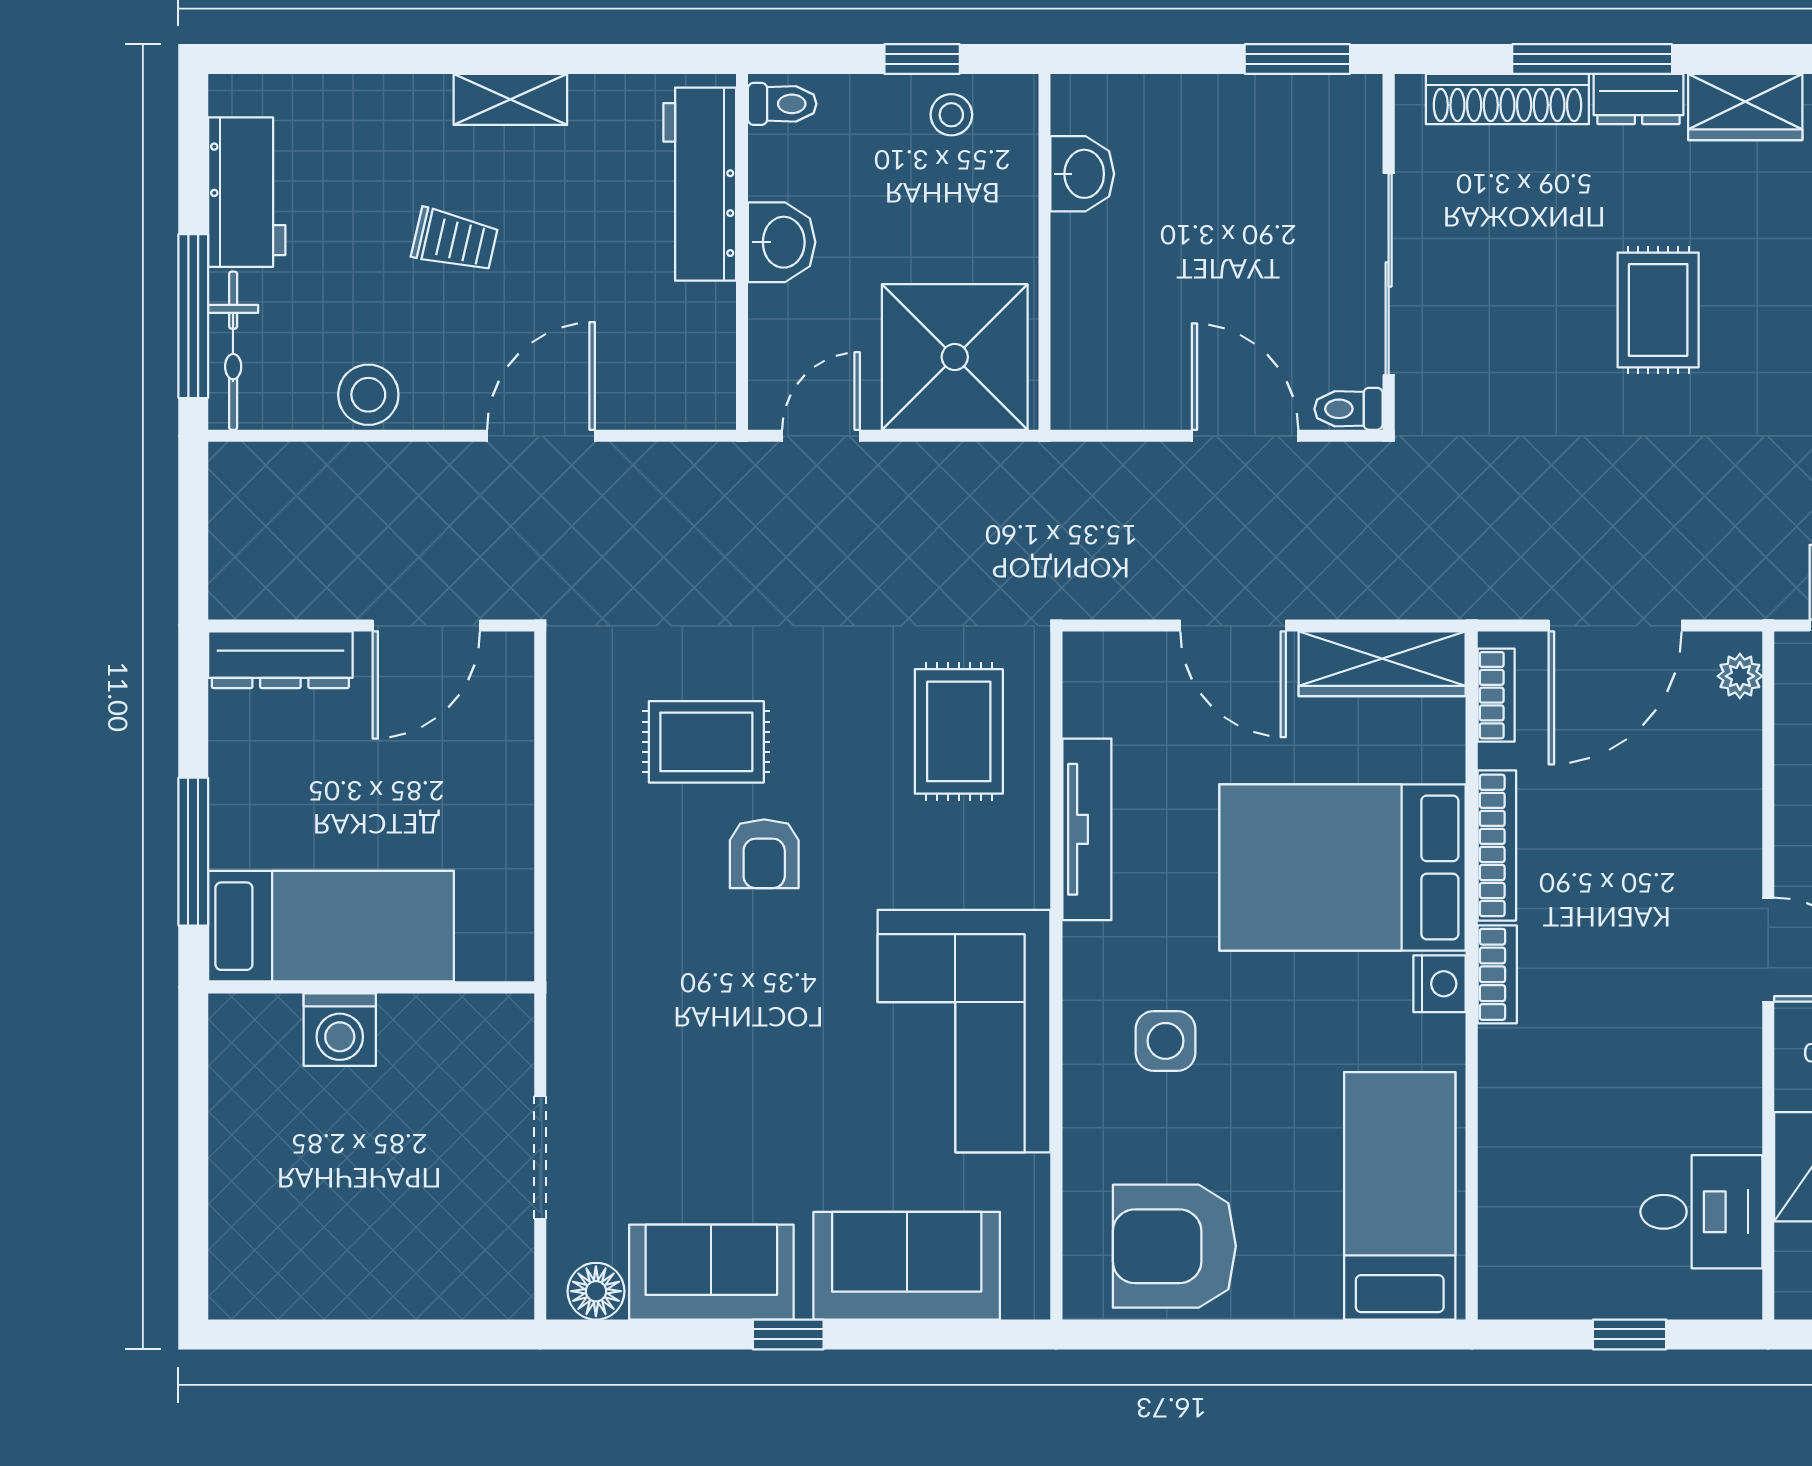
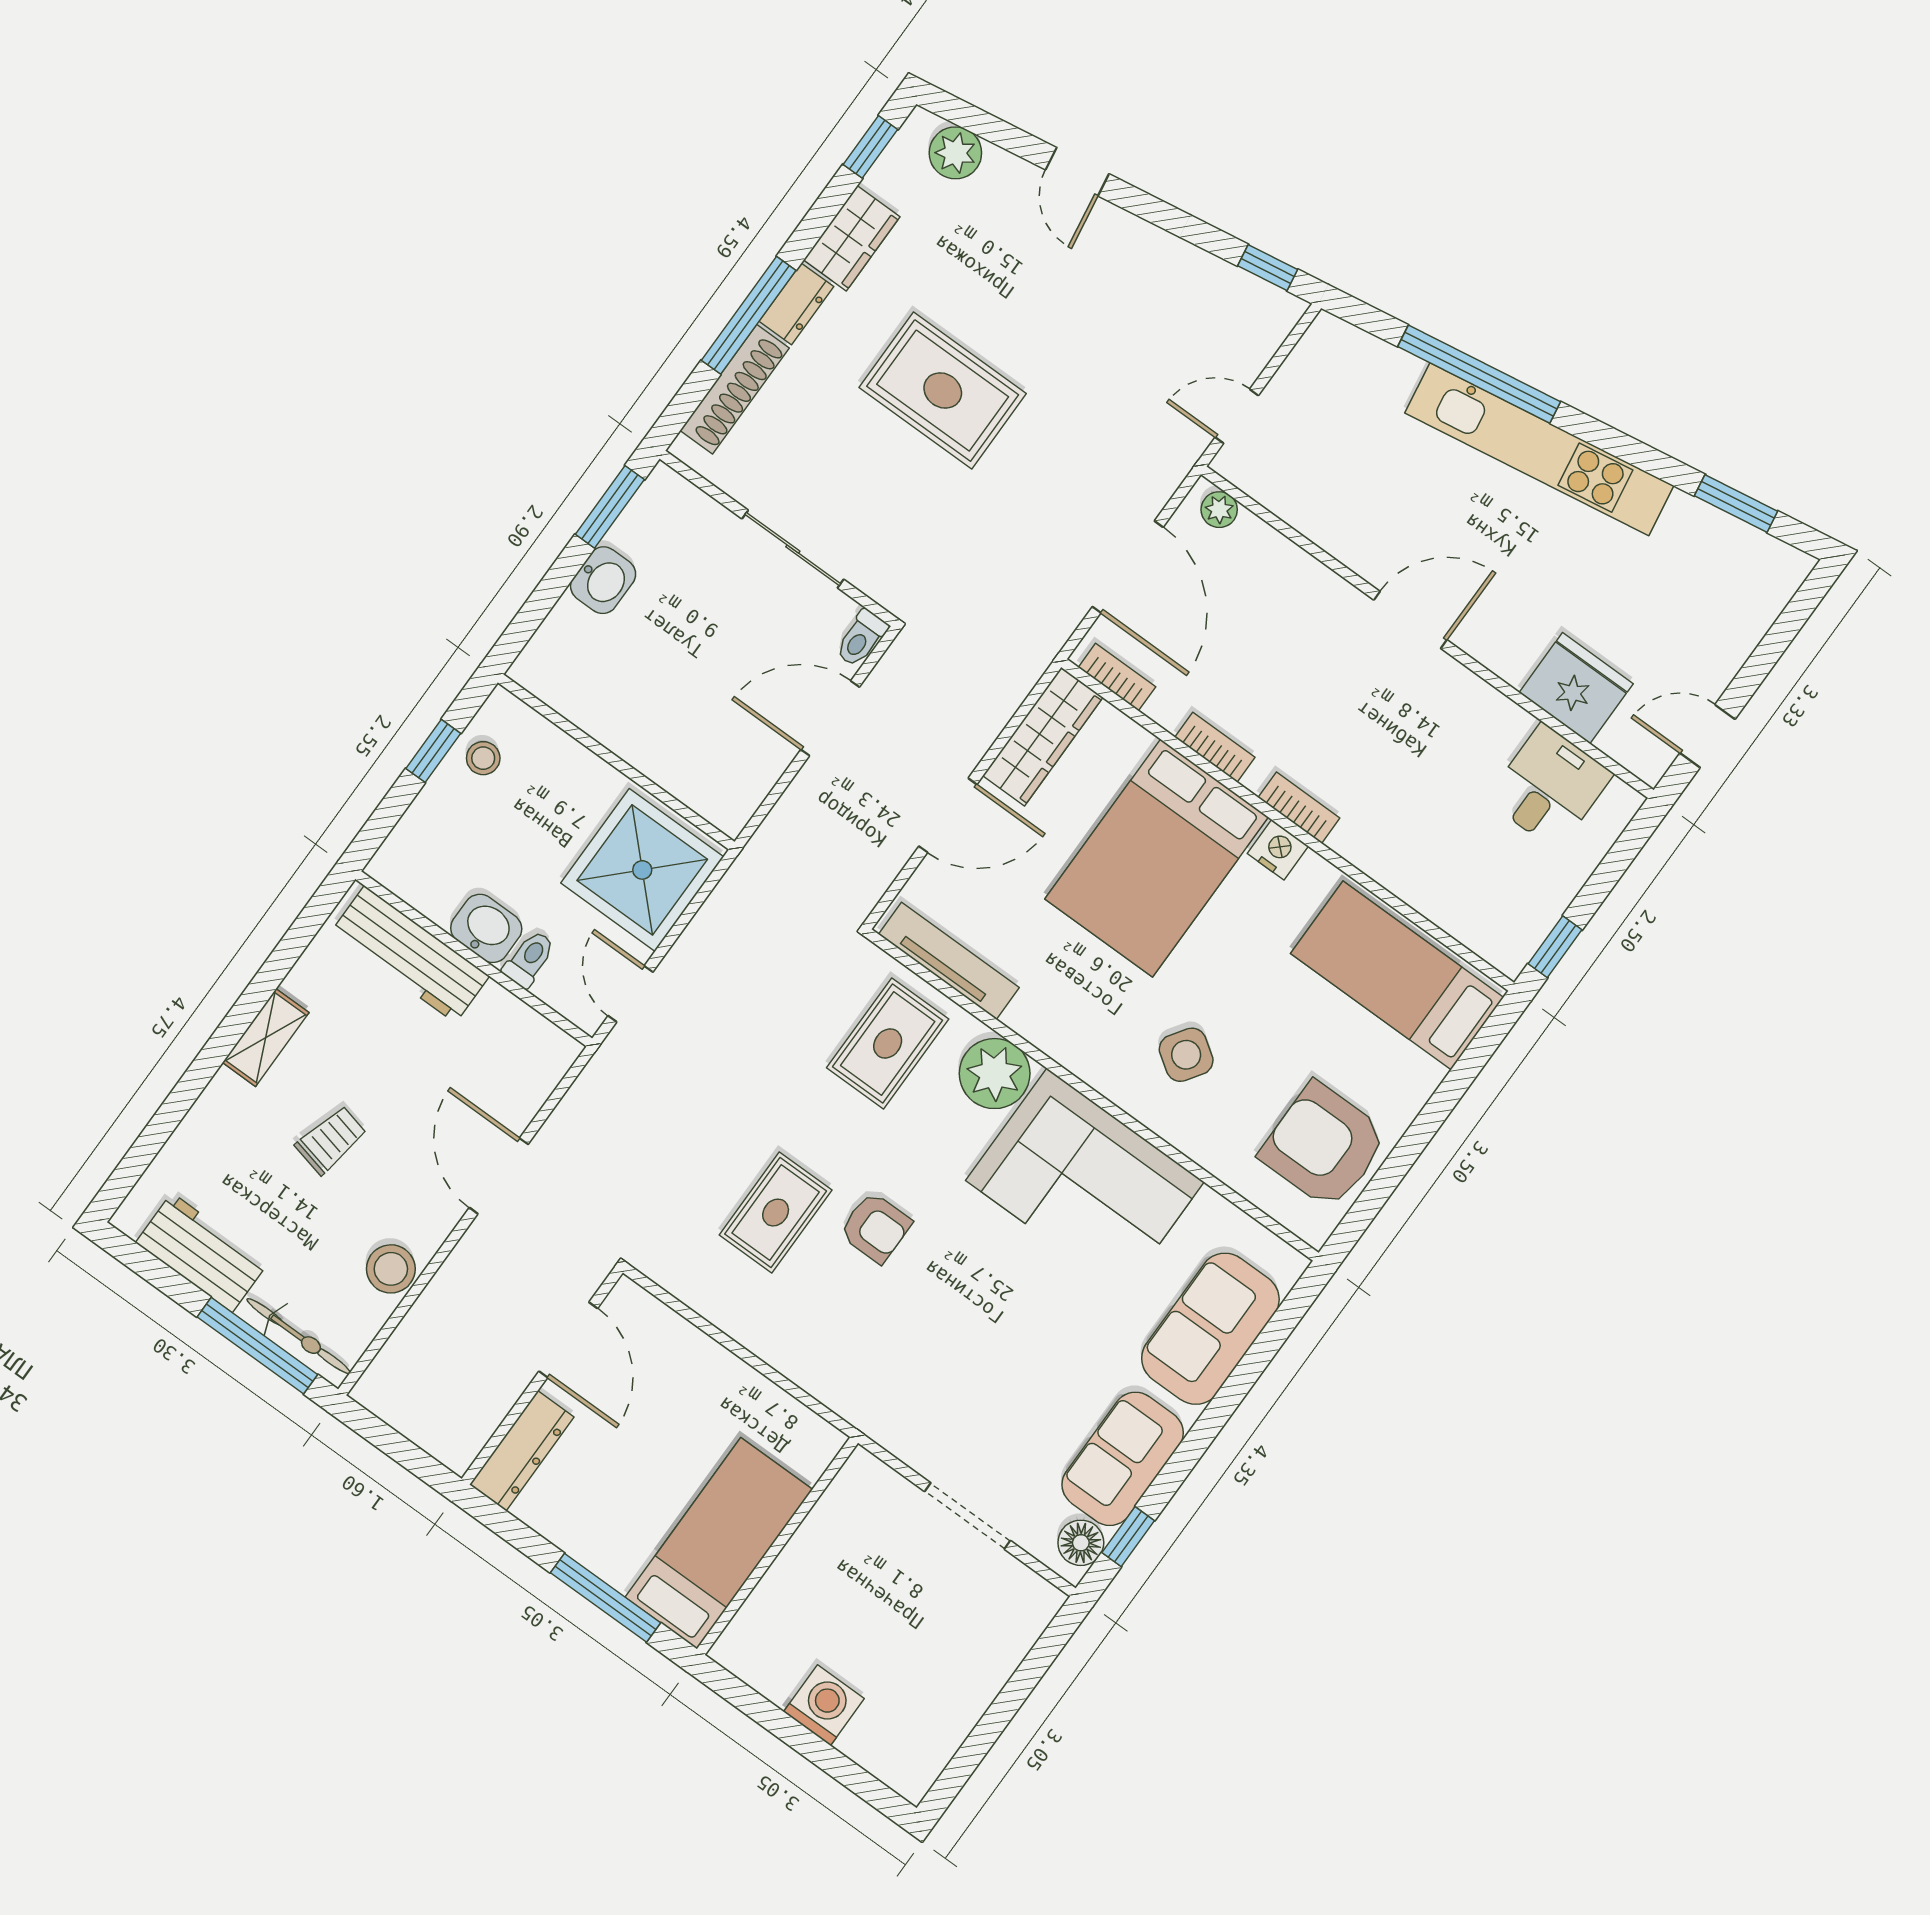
toilet: (782, 104) -> (529, 959), moved
washbasin: (1082, 174) -> (603, 580), moved, turned 90
sliding door: (1389, 274) -> (793, 549), width x0.73
rug: (1658, 310) -> (943, 390), width x1.36, depth x1.43
rug: (959, 731) -> (888, 1043), turned 90
tv unit: (1087, 829) -> (949, 961), moved
bookcase: (1497, 845) -> (1215, 747), width x0.64
plant: (1007, 861) -> (995, 1074), added
washing machine: (340, 1030) -> (824, 1705), moved, turned -90
side table: (1166, 1041) -> (1186, 1055), turned 34
armchair: (1174, 1246) -> (1324, 1146), turned 90
window: (788, 1334) -> (1128, 1537), moved
window: (1630, 1334) -> (1555, 947), moved

